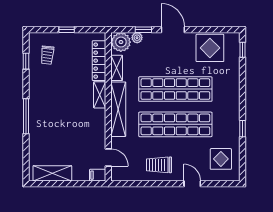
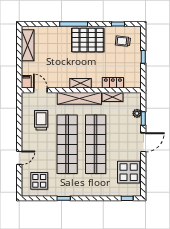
plant: (121, 42) -> (133, 100), removed
locker: (99, 61) -> (113, 83), width x0.66
shelving: (100, 95) -> (80, 83), moved
pallet: (46, 99) -> (88, 40), added
door: (108, 157) -> (40, 90), swing flipped
trolley: (159, 165) -> (41, 120), moved

